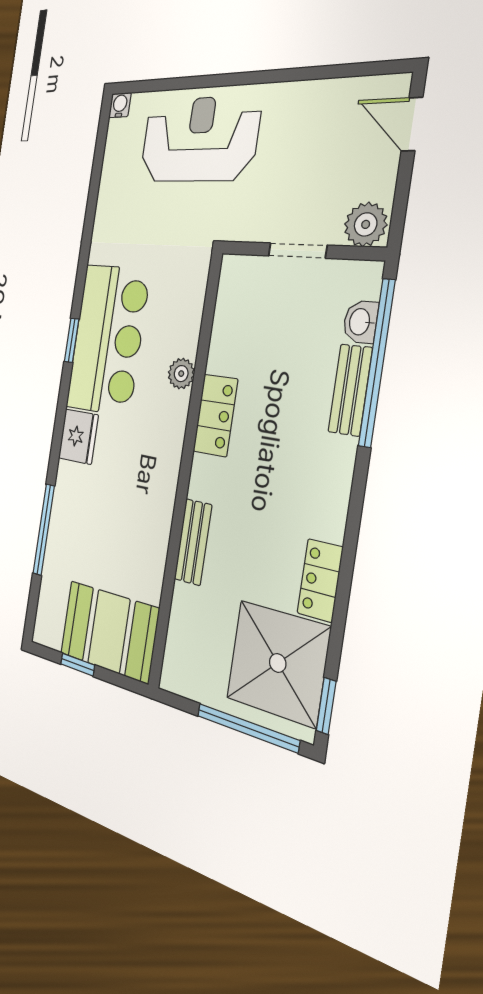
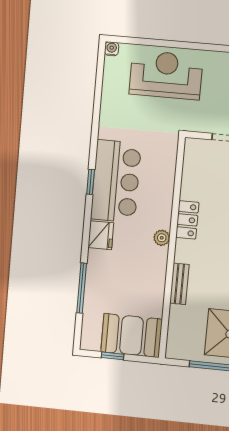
plant: (181, 374) -> (162, 238), moved

